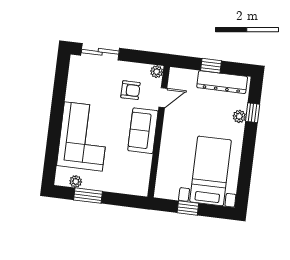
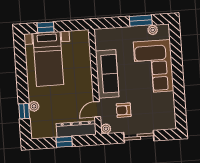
sliding door: (100, 52) -> (139, 137), moved
dresser: (222, 82) -> (76, 129), moved
sofa: (143, 131) -> (107, 74), width x1.36
window: (188, 208) -> (46, 27), moved

